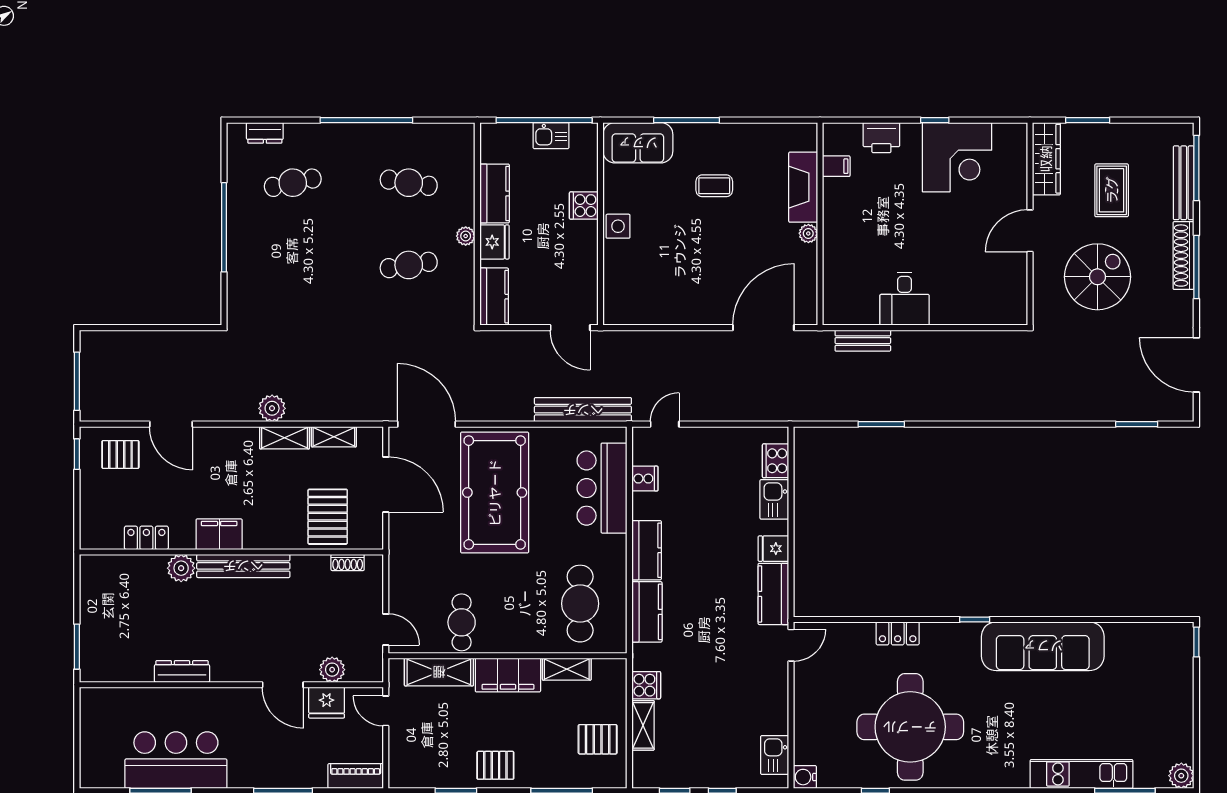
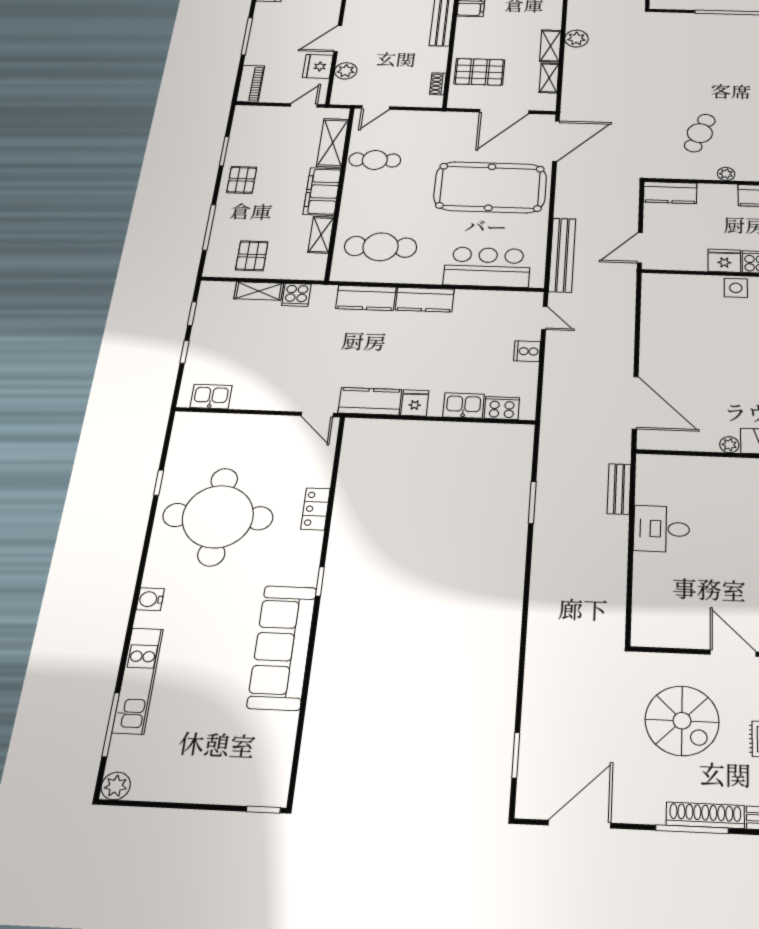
fridge: (495, 242) -> (724, 261), moved, turned 180
cafe table: (409, 265) -> (700, 133), turned 30
cooker: (645, 479) -> (527, 351), moved, turned 90
water cooler: (805, 777) -> (150, 599), moved, turned -90

